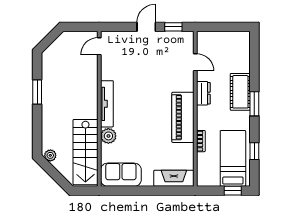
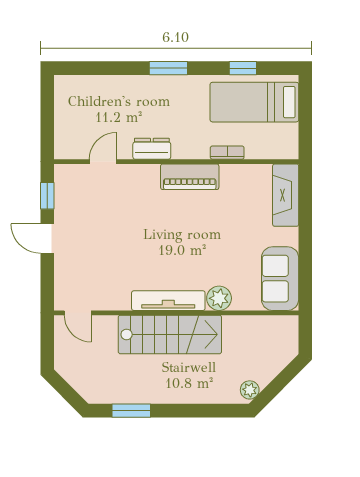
window: (37, 92) -> (131, 411), moved
cot: (240, 92) -> (150, 90), removed
piano: (183, 117) -> (190, 177), width x0.73, depth x0.75
stairs: (85, 152) -> (170, 334), moved
window: (233, 191) -> (305, 102), removed

